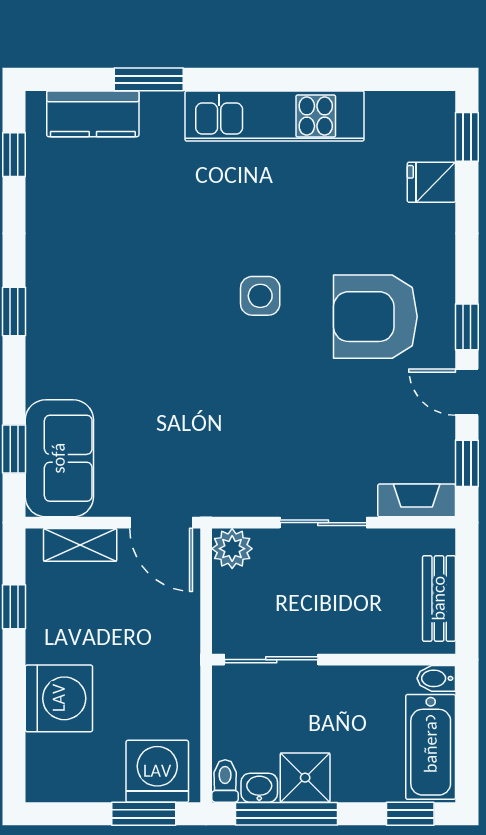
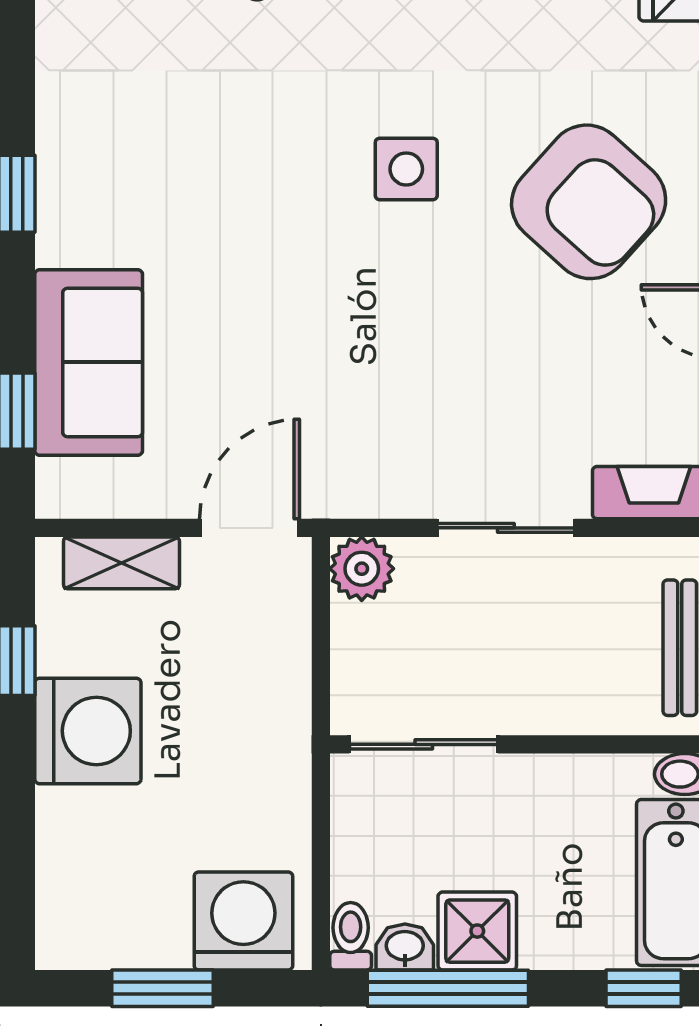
armchair: (375, 317) -> (589, 202), turned -138
sofa: (59, 458) -> (89, 362), moved
door: (161, 523) -> (250, 528), swing flipped
washing machine: (59, 698) -> (88, 731), moved
window: (144, 814) -> (163, 988), moved

